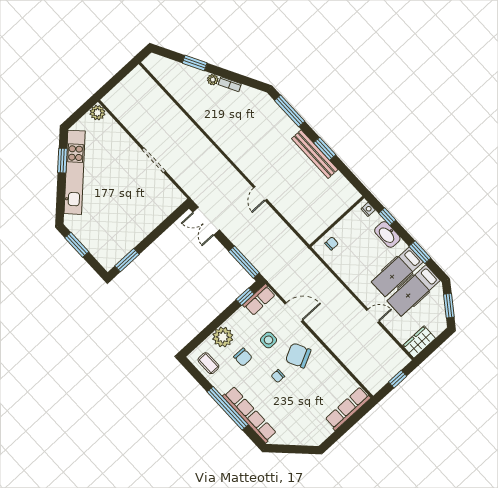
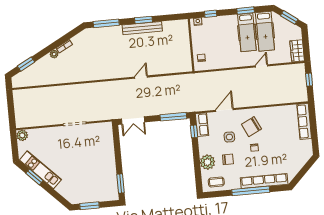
window: (195, 63) -> (26, 64), moved
kitchen unit: (75, 172) -> (40, 170), width x0.73
door: (260, 194) -> (141, 77), swing flipped
washbasin: (387, 234) -> (221, 22), removed

